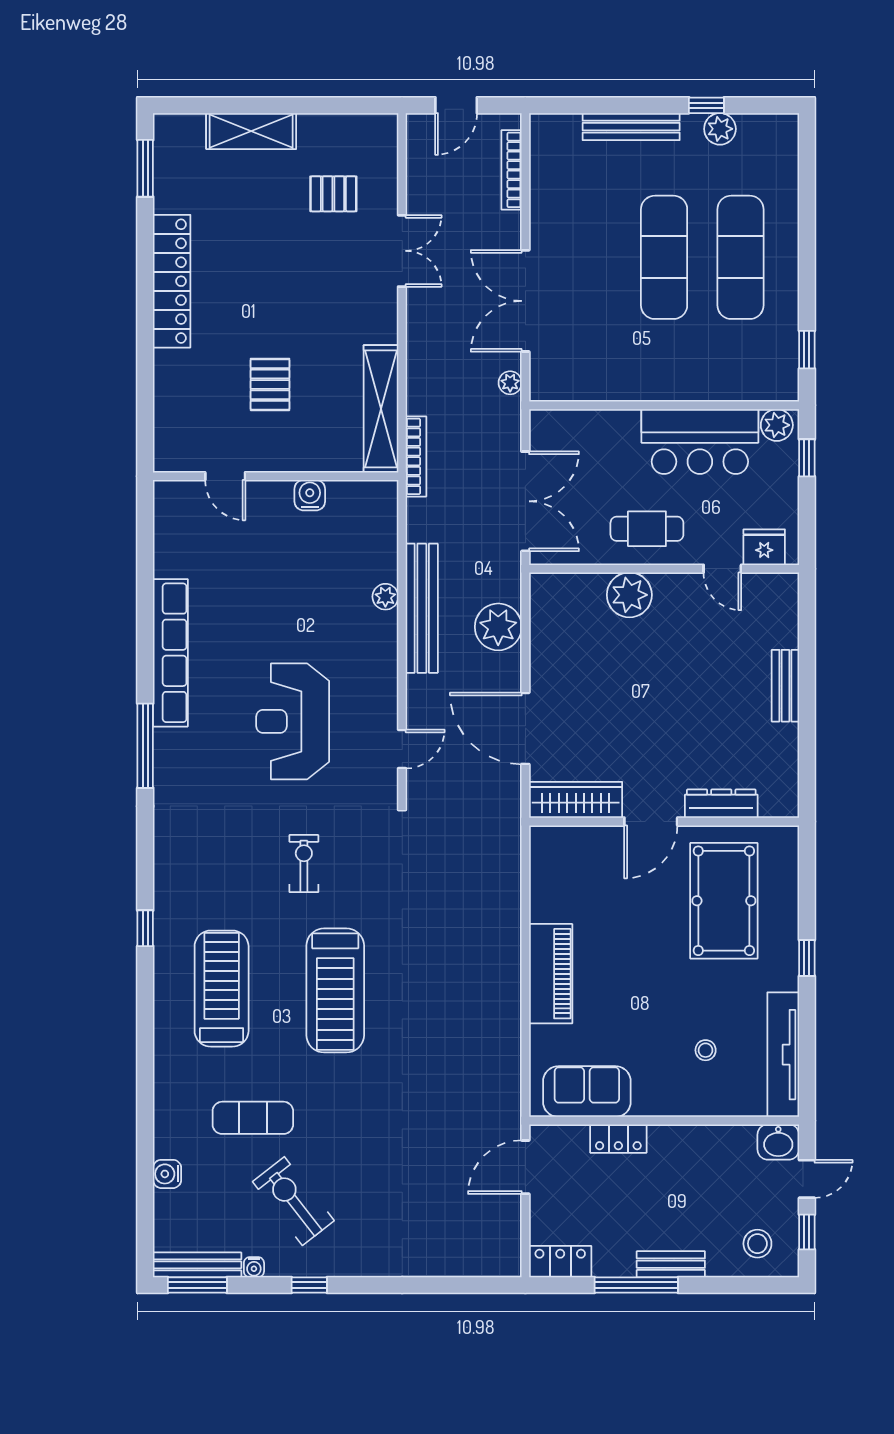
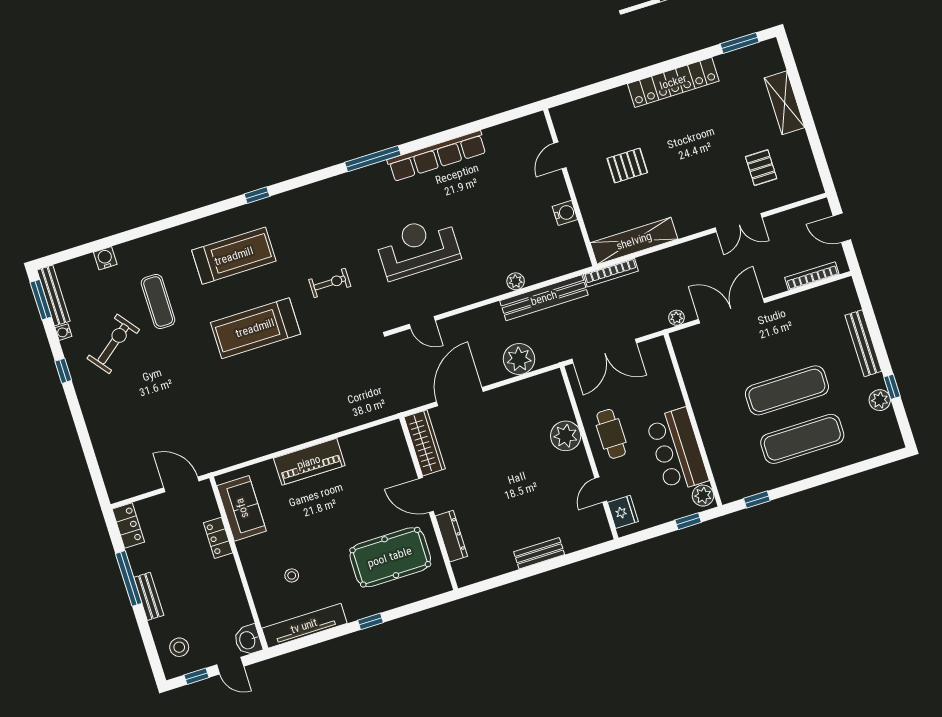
bench: (422, 608) -> (544, 298), moved

